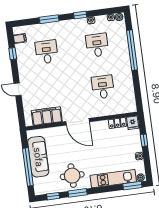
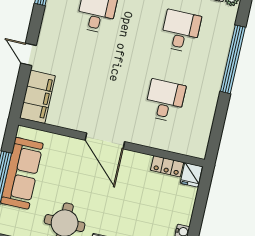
filing cabinet: (47, 116) -> (37, 97), moved, turned 90
window: (144, 140) -> (199, 209), removed

